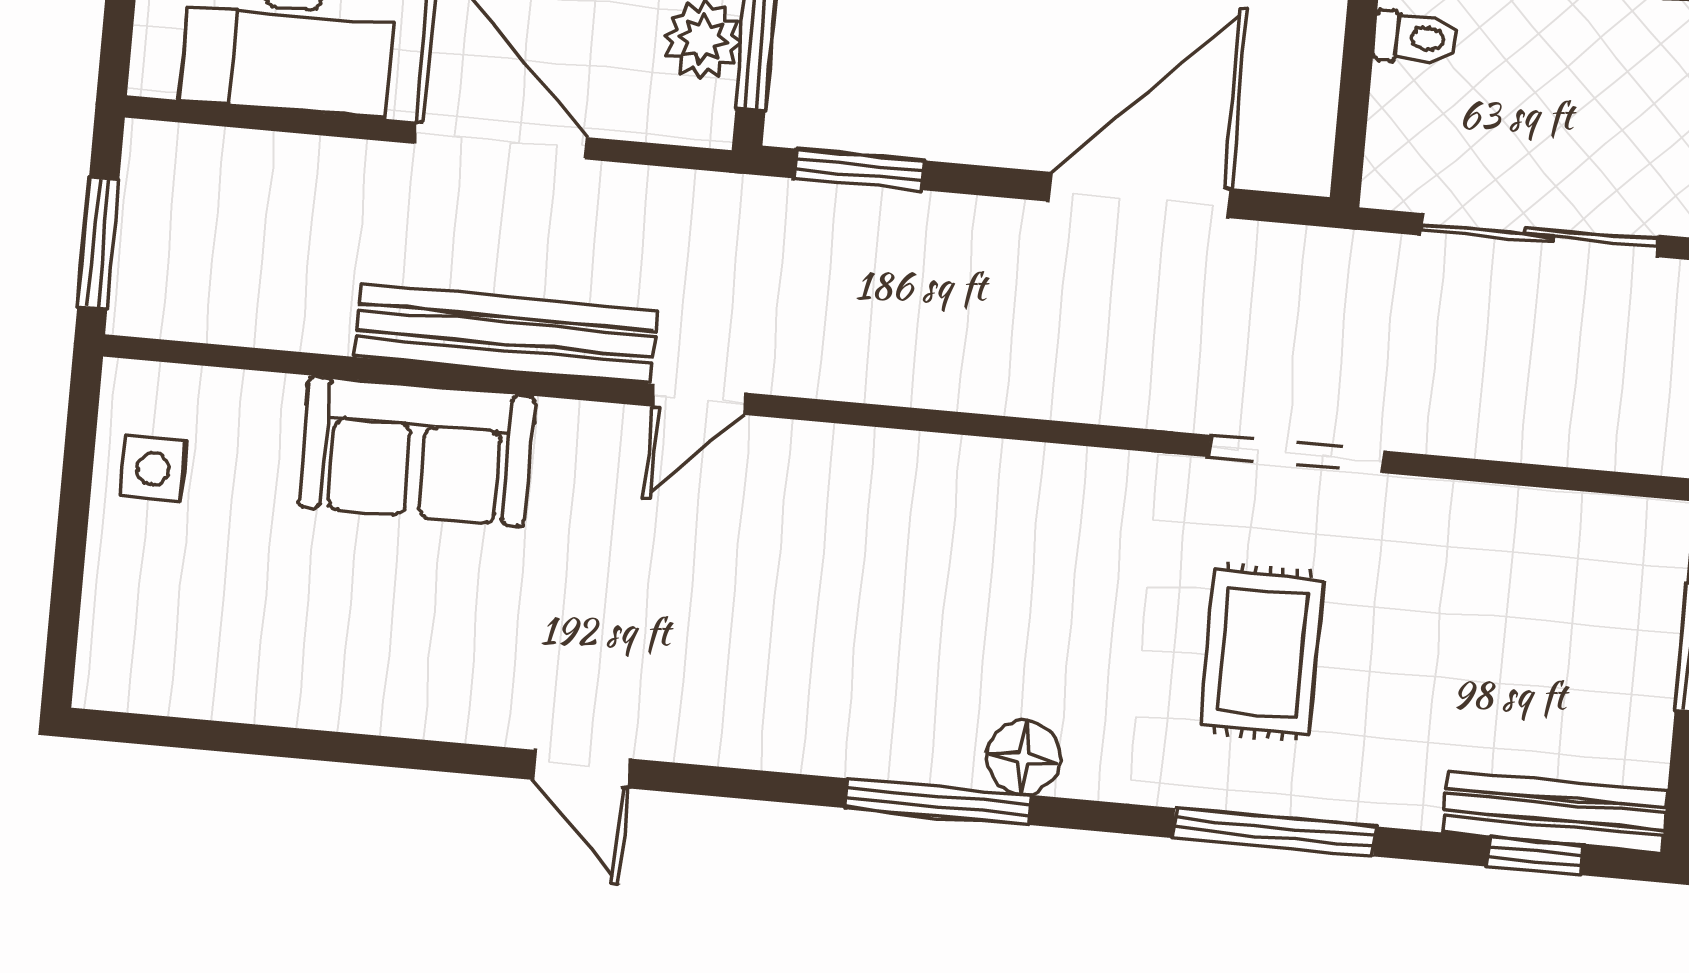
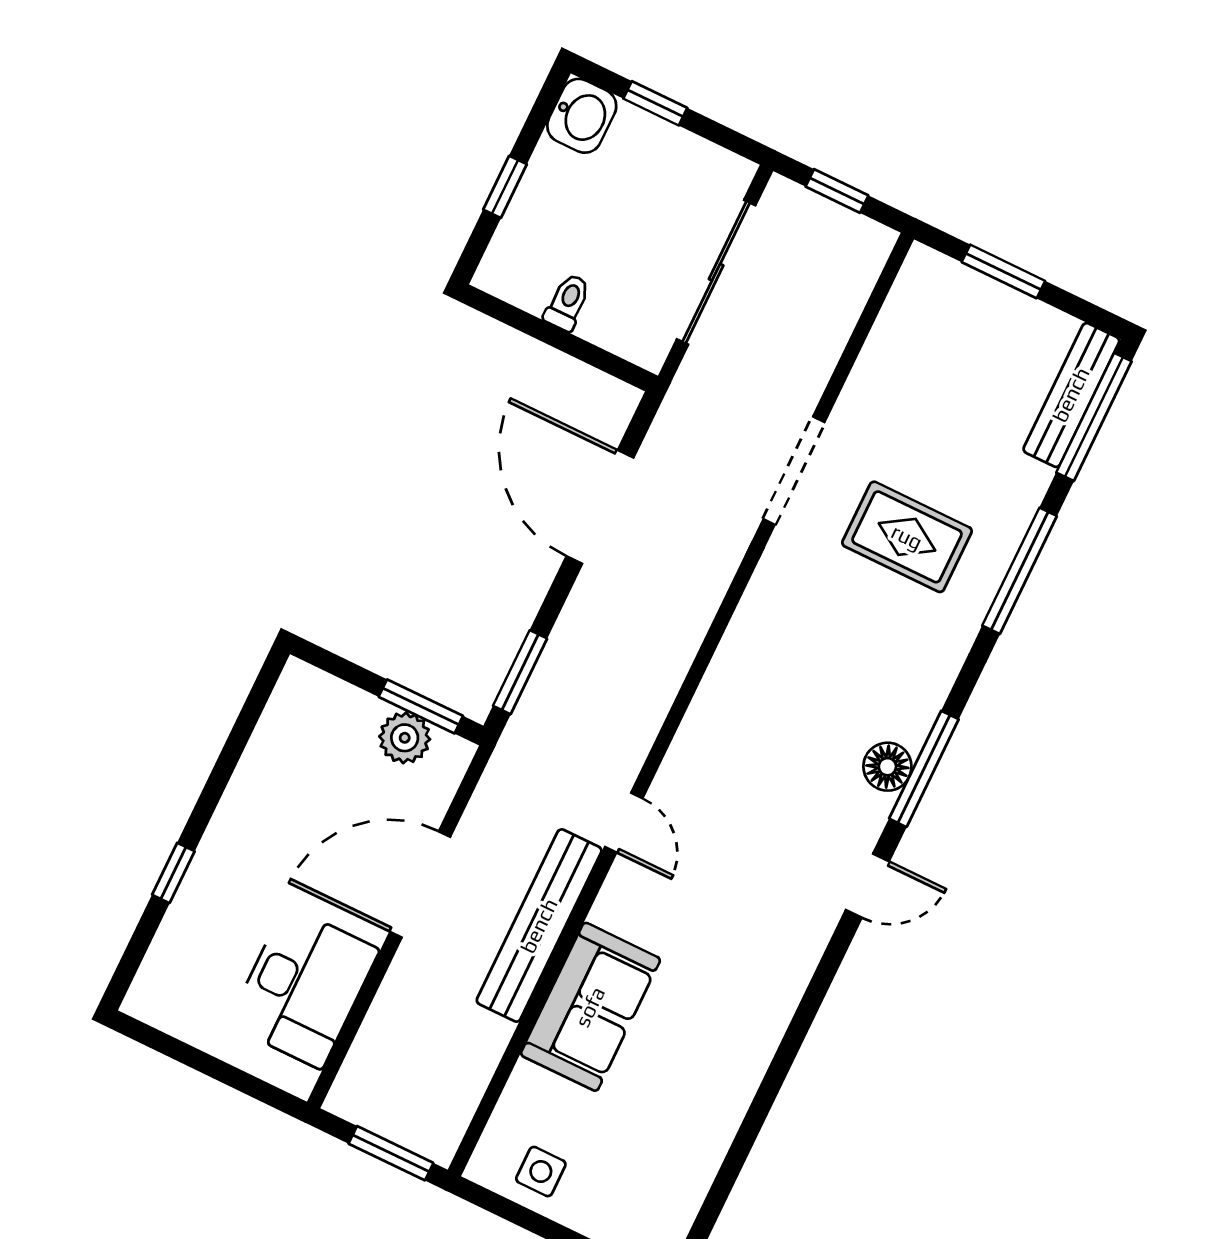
floor lamp: (1023, 757) -> (887, 767), moved
door: (582, 769) -> (867, 886), moved
window: (1535, 856) -> (1094, 417), width x2.17

